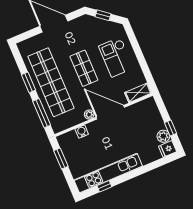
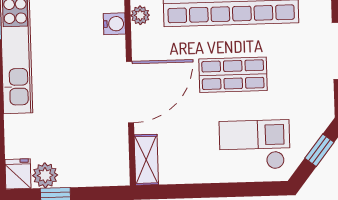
checkout: (116, 57) -> (255, 145), moved
plant: (89, 115) -> (140, 15), moved

